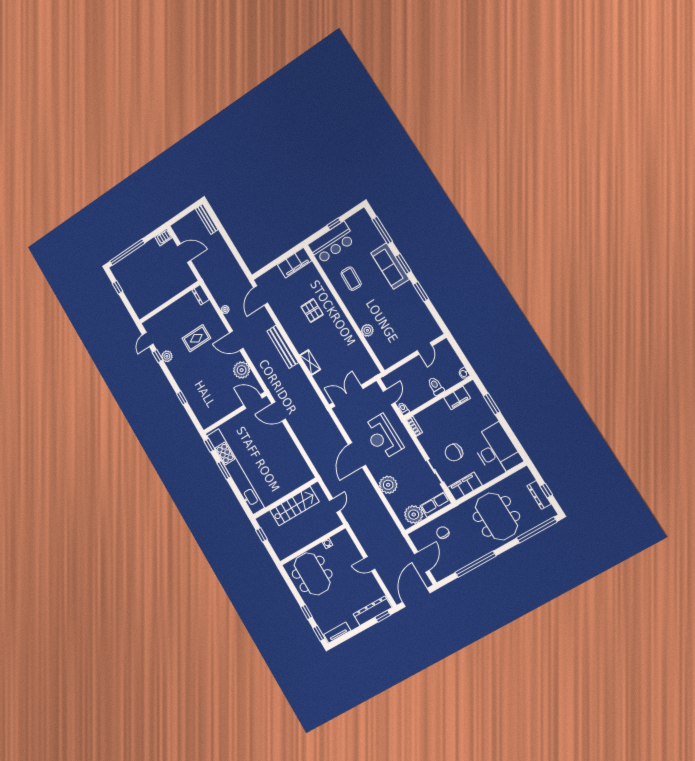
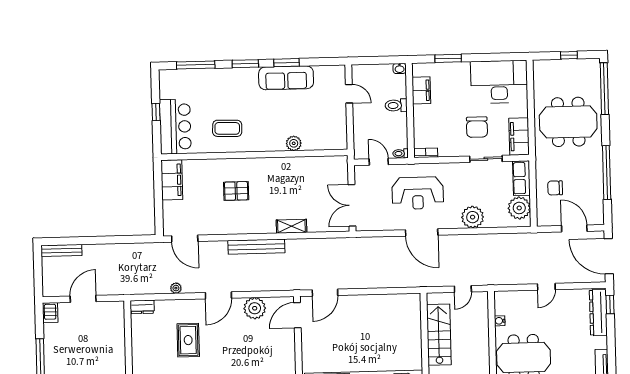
sofa: (390, 266) -> (286, 78), moved
dresser: (539, 495) -> (569, 65), removed
door: (335, 506) -> (463, 289), swing flipped

